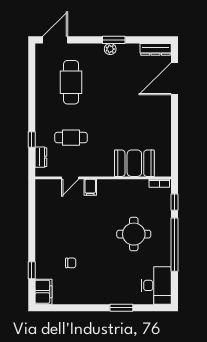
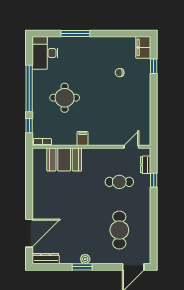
door: (70, 178) -> (131, 147), moved
filing cabinet: (90, 187) -> (82, 138), moved
window: (121, 308) -> (75, 34), width x1.44

